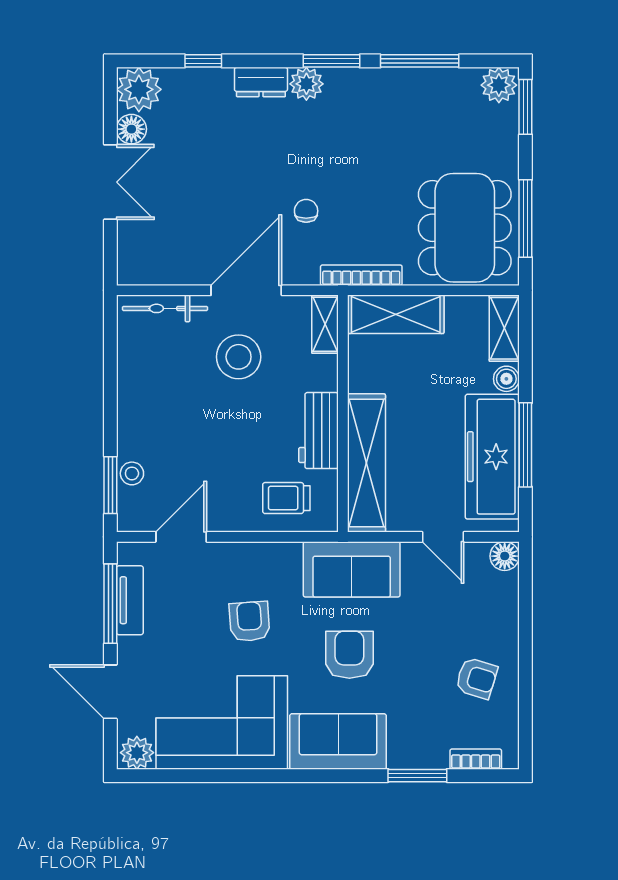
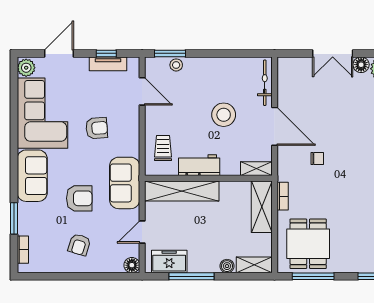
dining table: (465, 228) -> (308, 244), width x0.73
bookcase: (361, 275) -> (283, 196), width x0.64
stool: (239, 357) -> (224, 115), moved
freezer: (492, 457) -> (169, 262), width x0.52, depth x0.79
window: (110, 604) -> (106, 53), width x0.46
armchair: (349, 655) -> (79, 198), moved
armchair: (476, 678) -> (79, 245), moved

